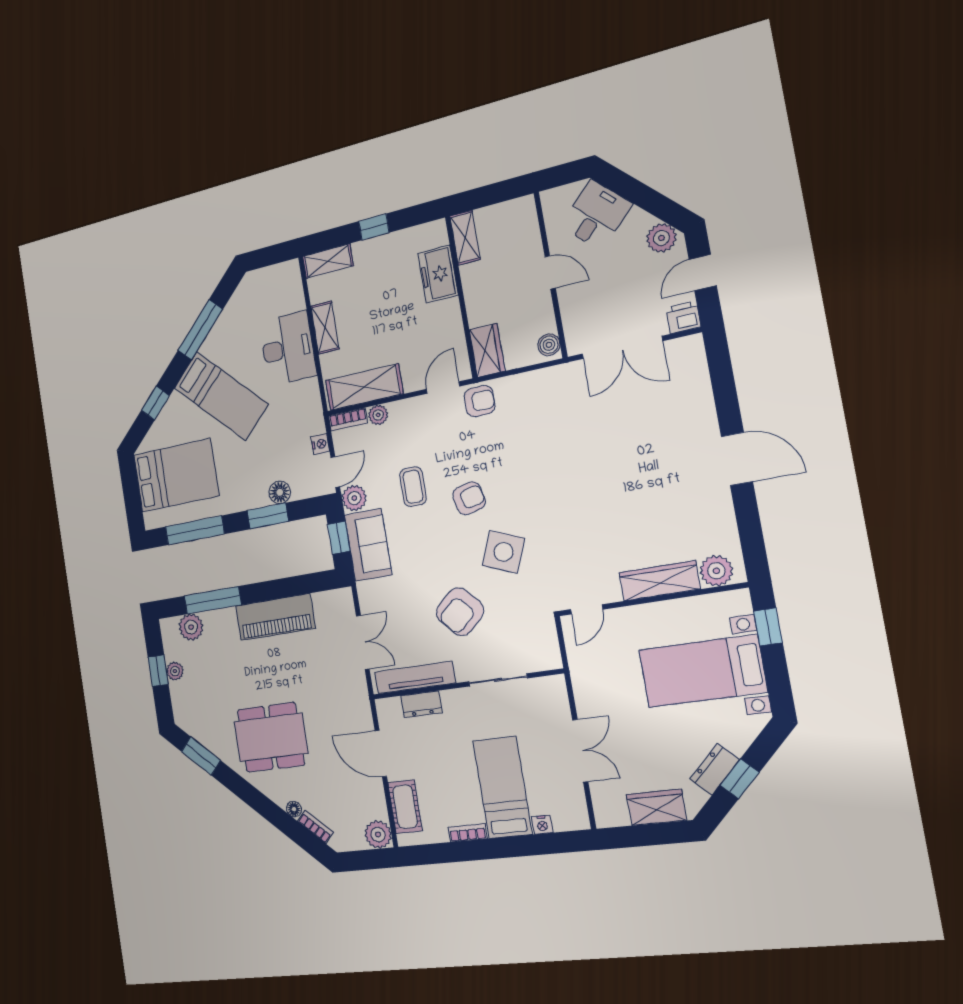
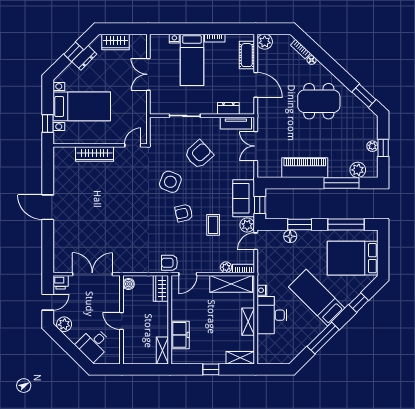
nightstand: (320, 444) -> (262, 290), moved
plant: (716, 571) -> (67, 155), removed
tv unit: (415, 677) -> (236, 123), width x0.71

